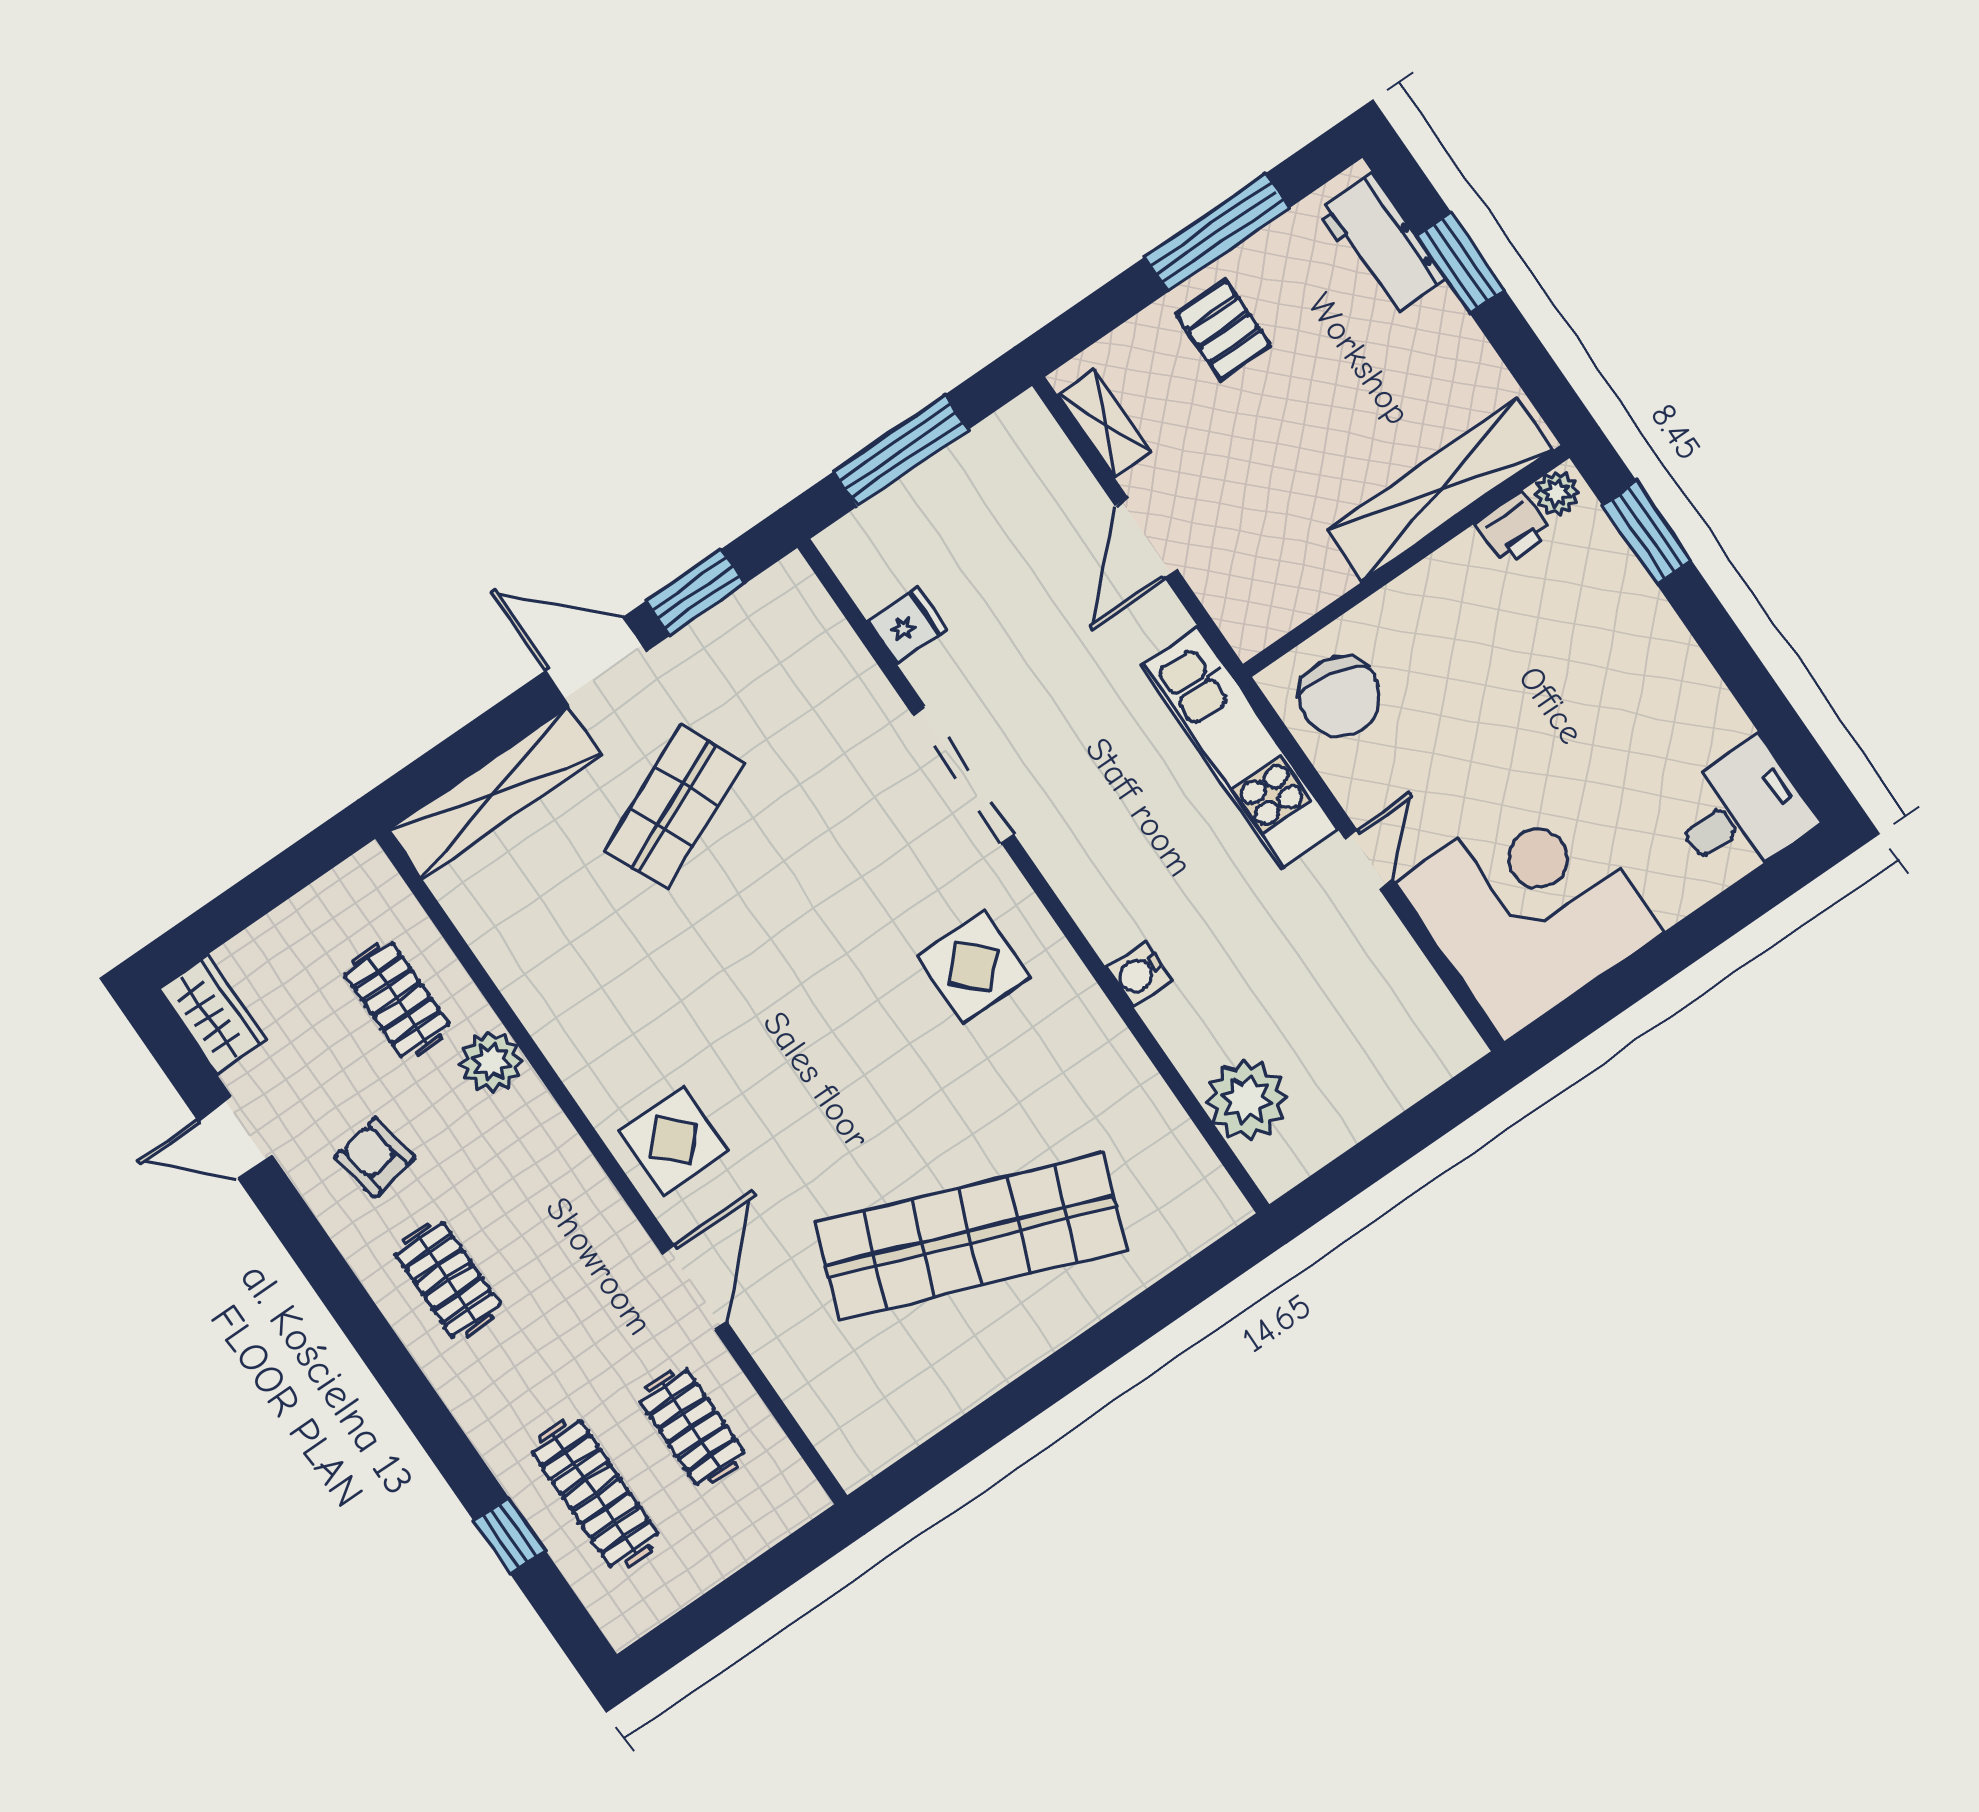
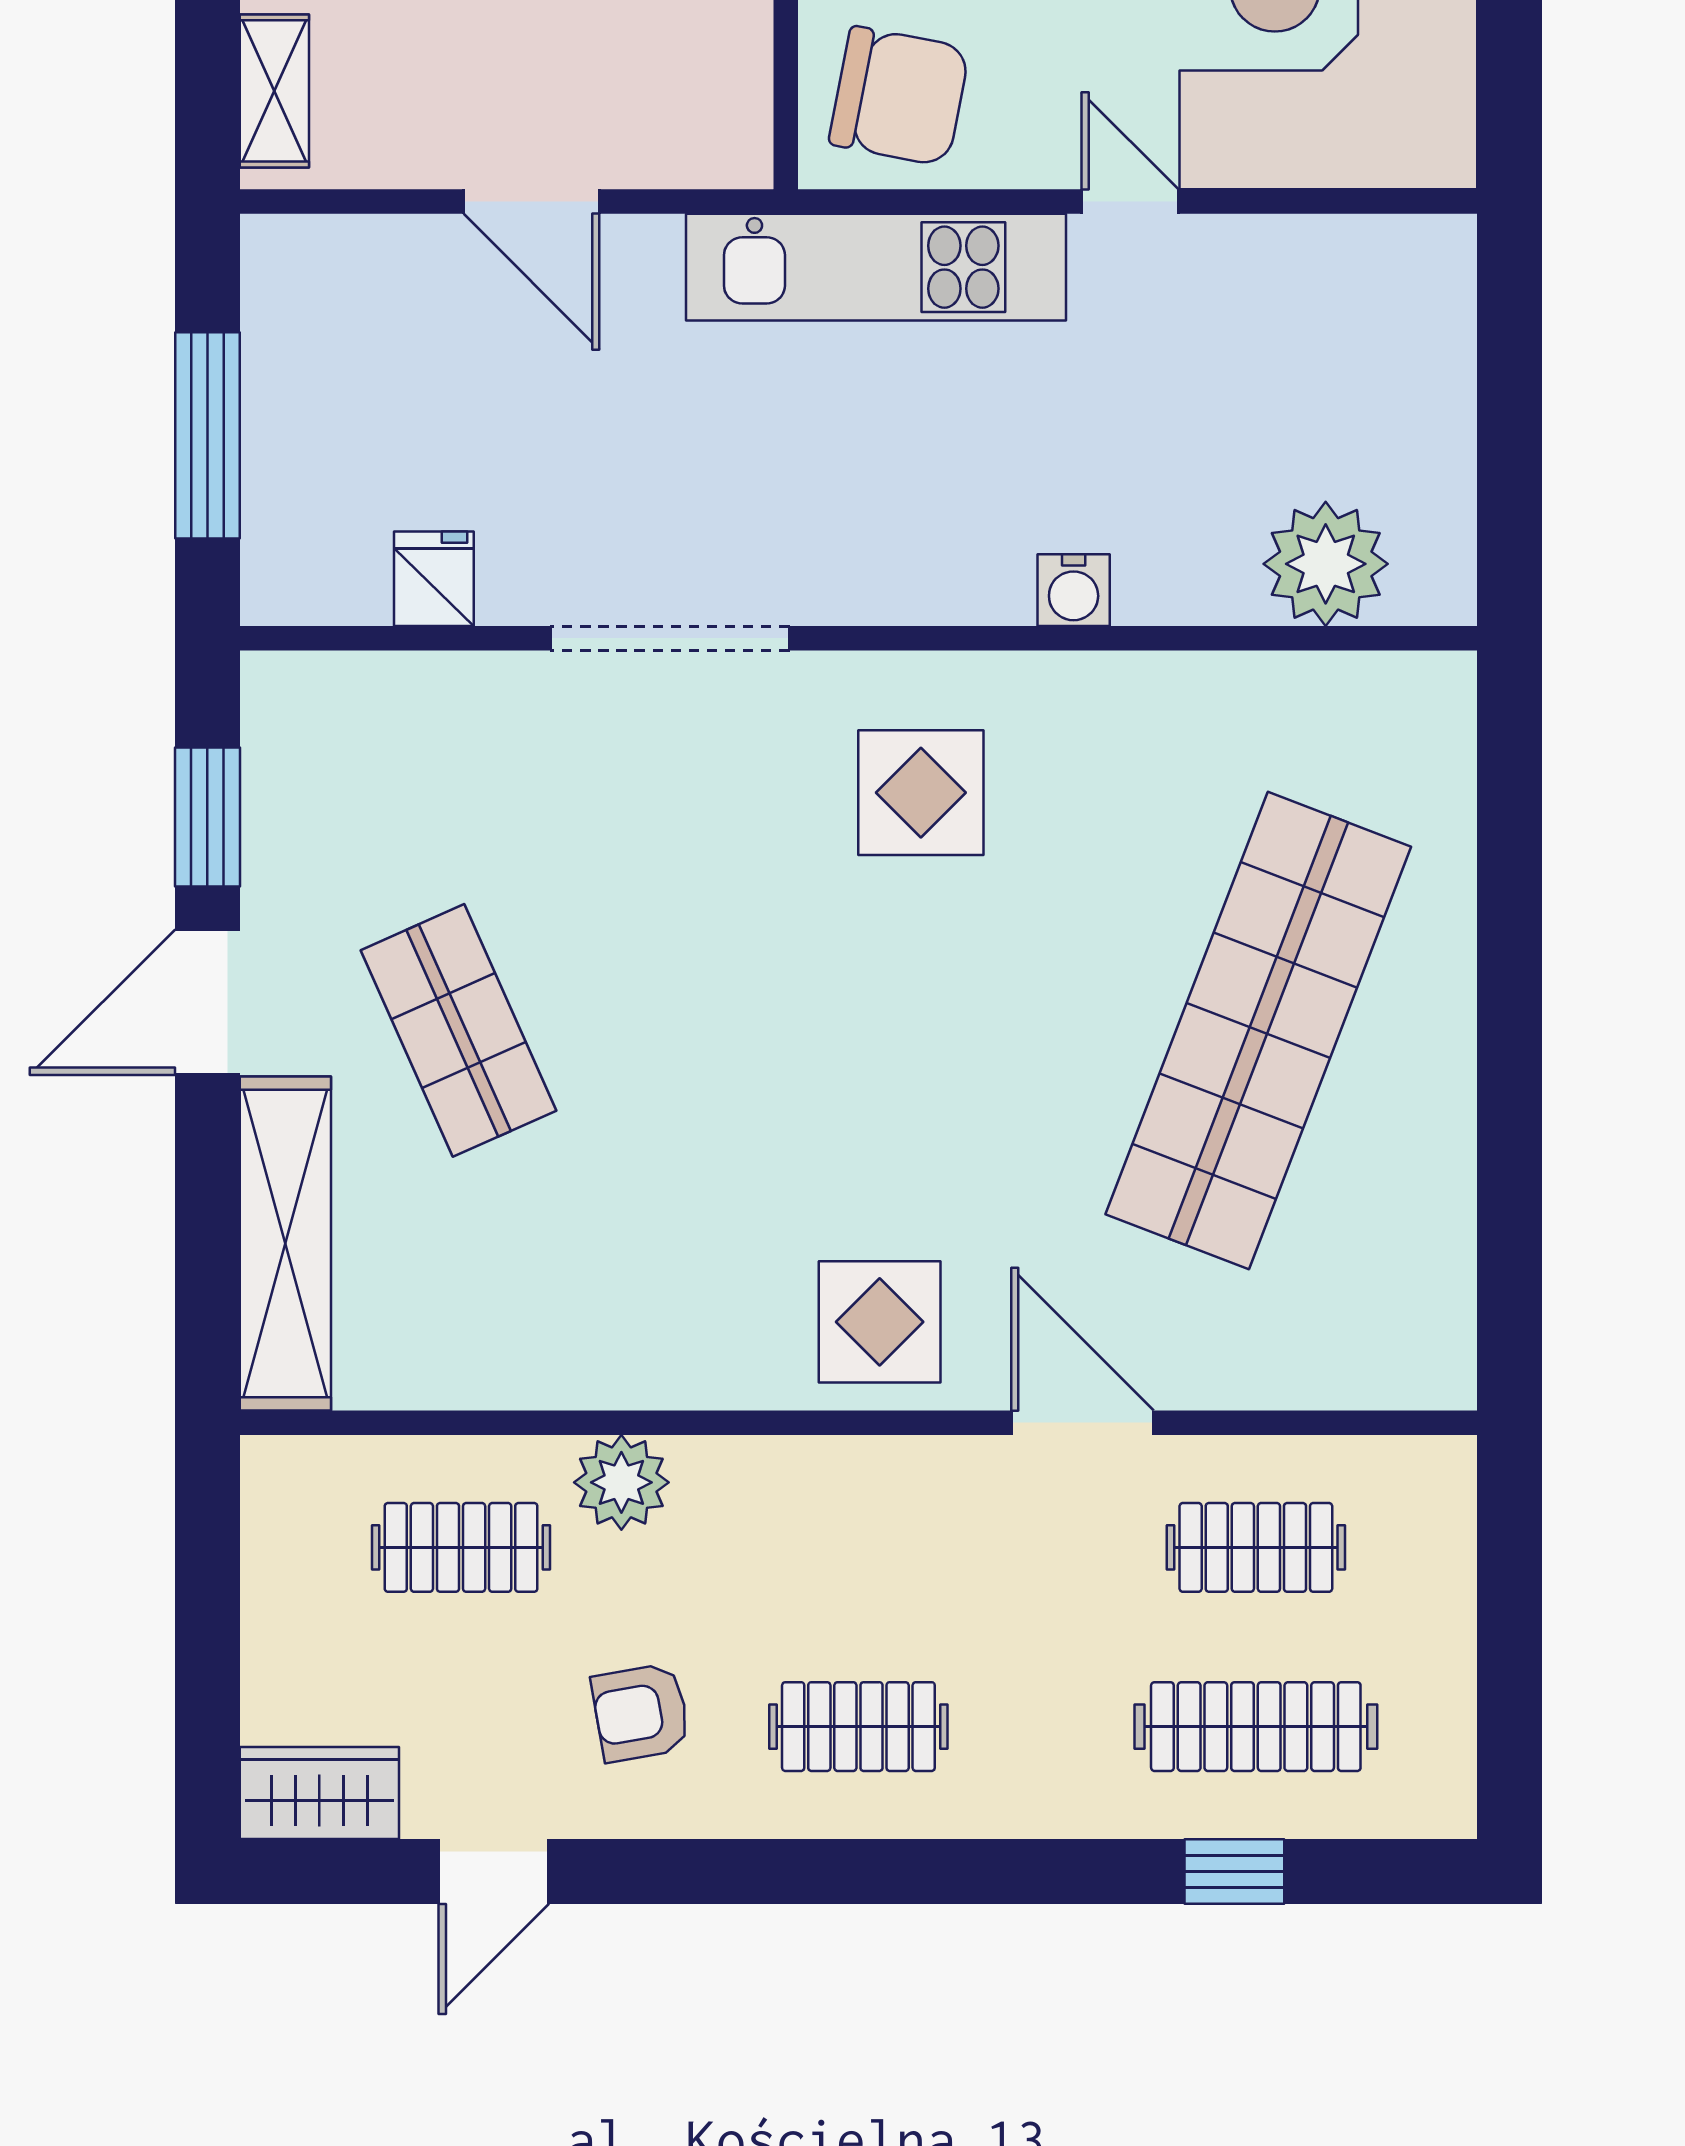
shelving: (1105, 424) -> (274, 91), moved, turned 90

